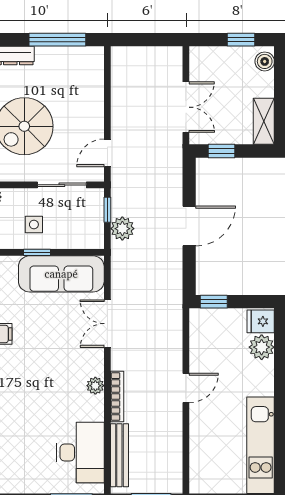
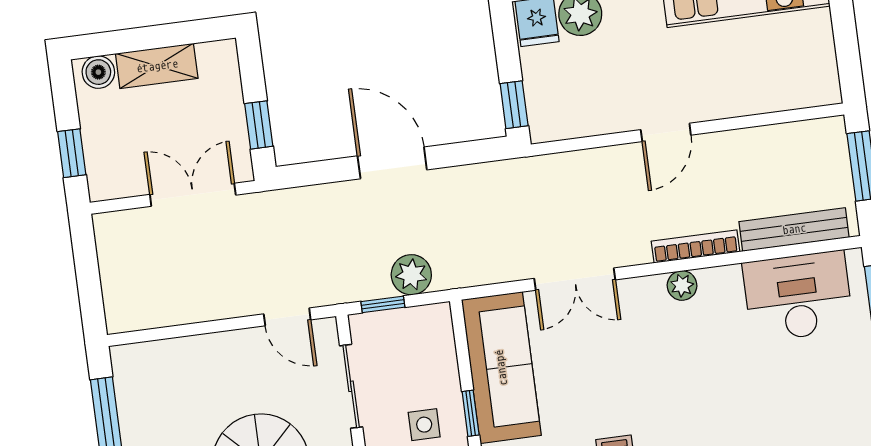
window: (241, 40) -> (72, 153), moved
shelving: (264, 121) -> (157, 66), moved
door: (186, 388) -> (666, 132), swing flipped

